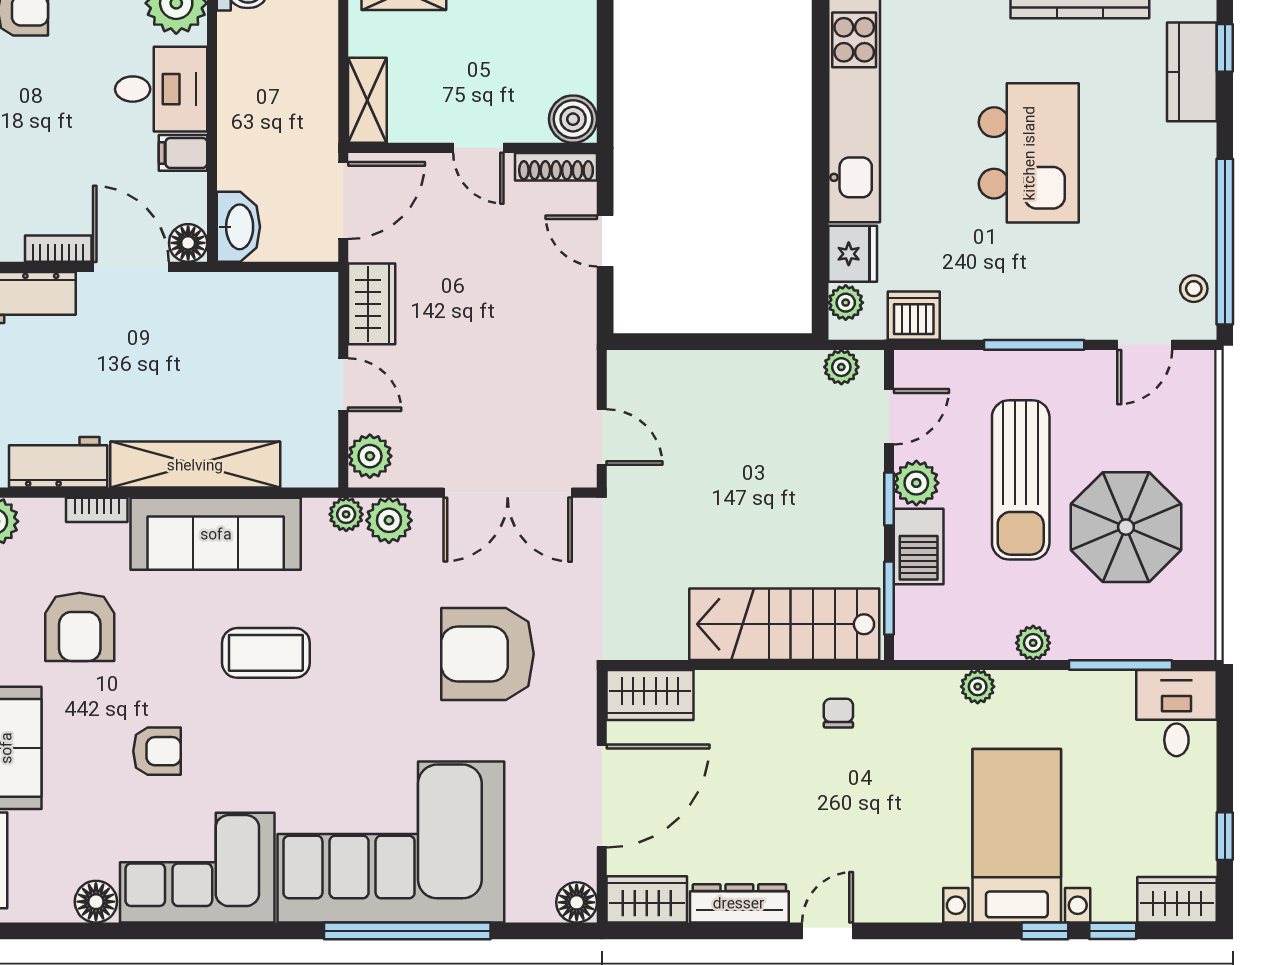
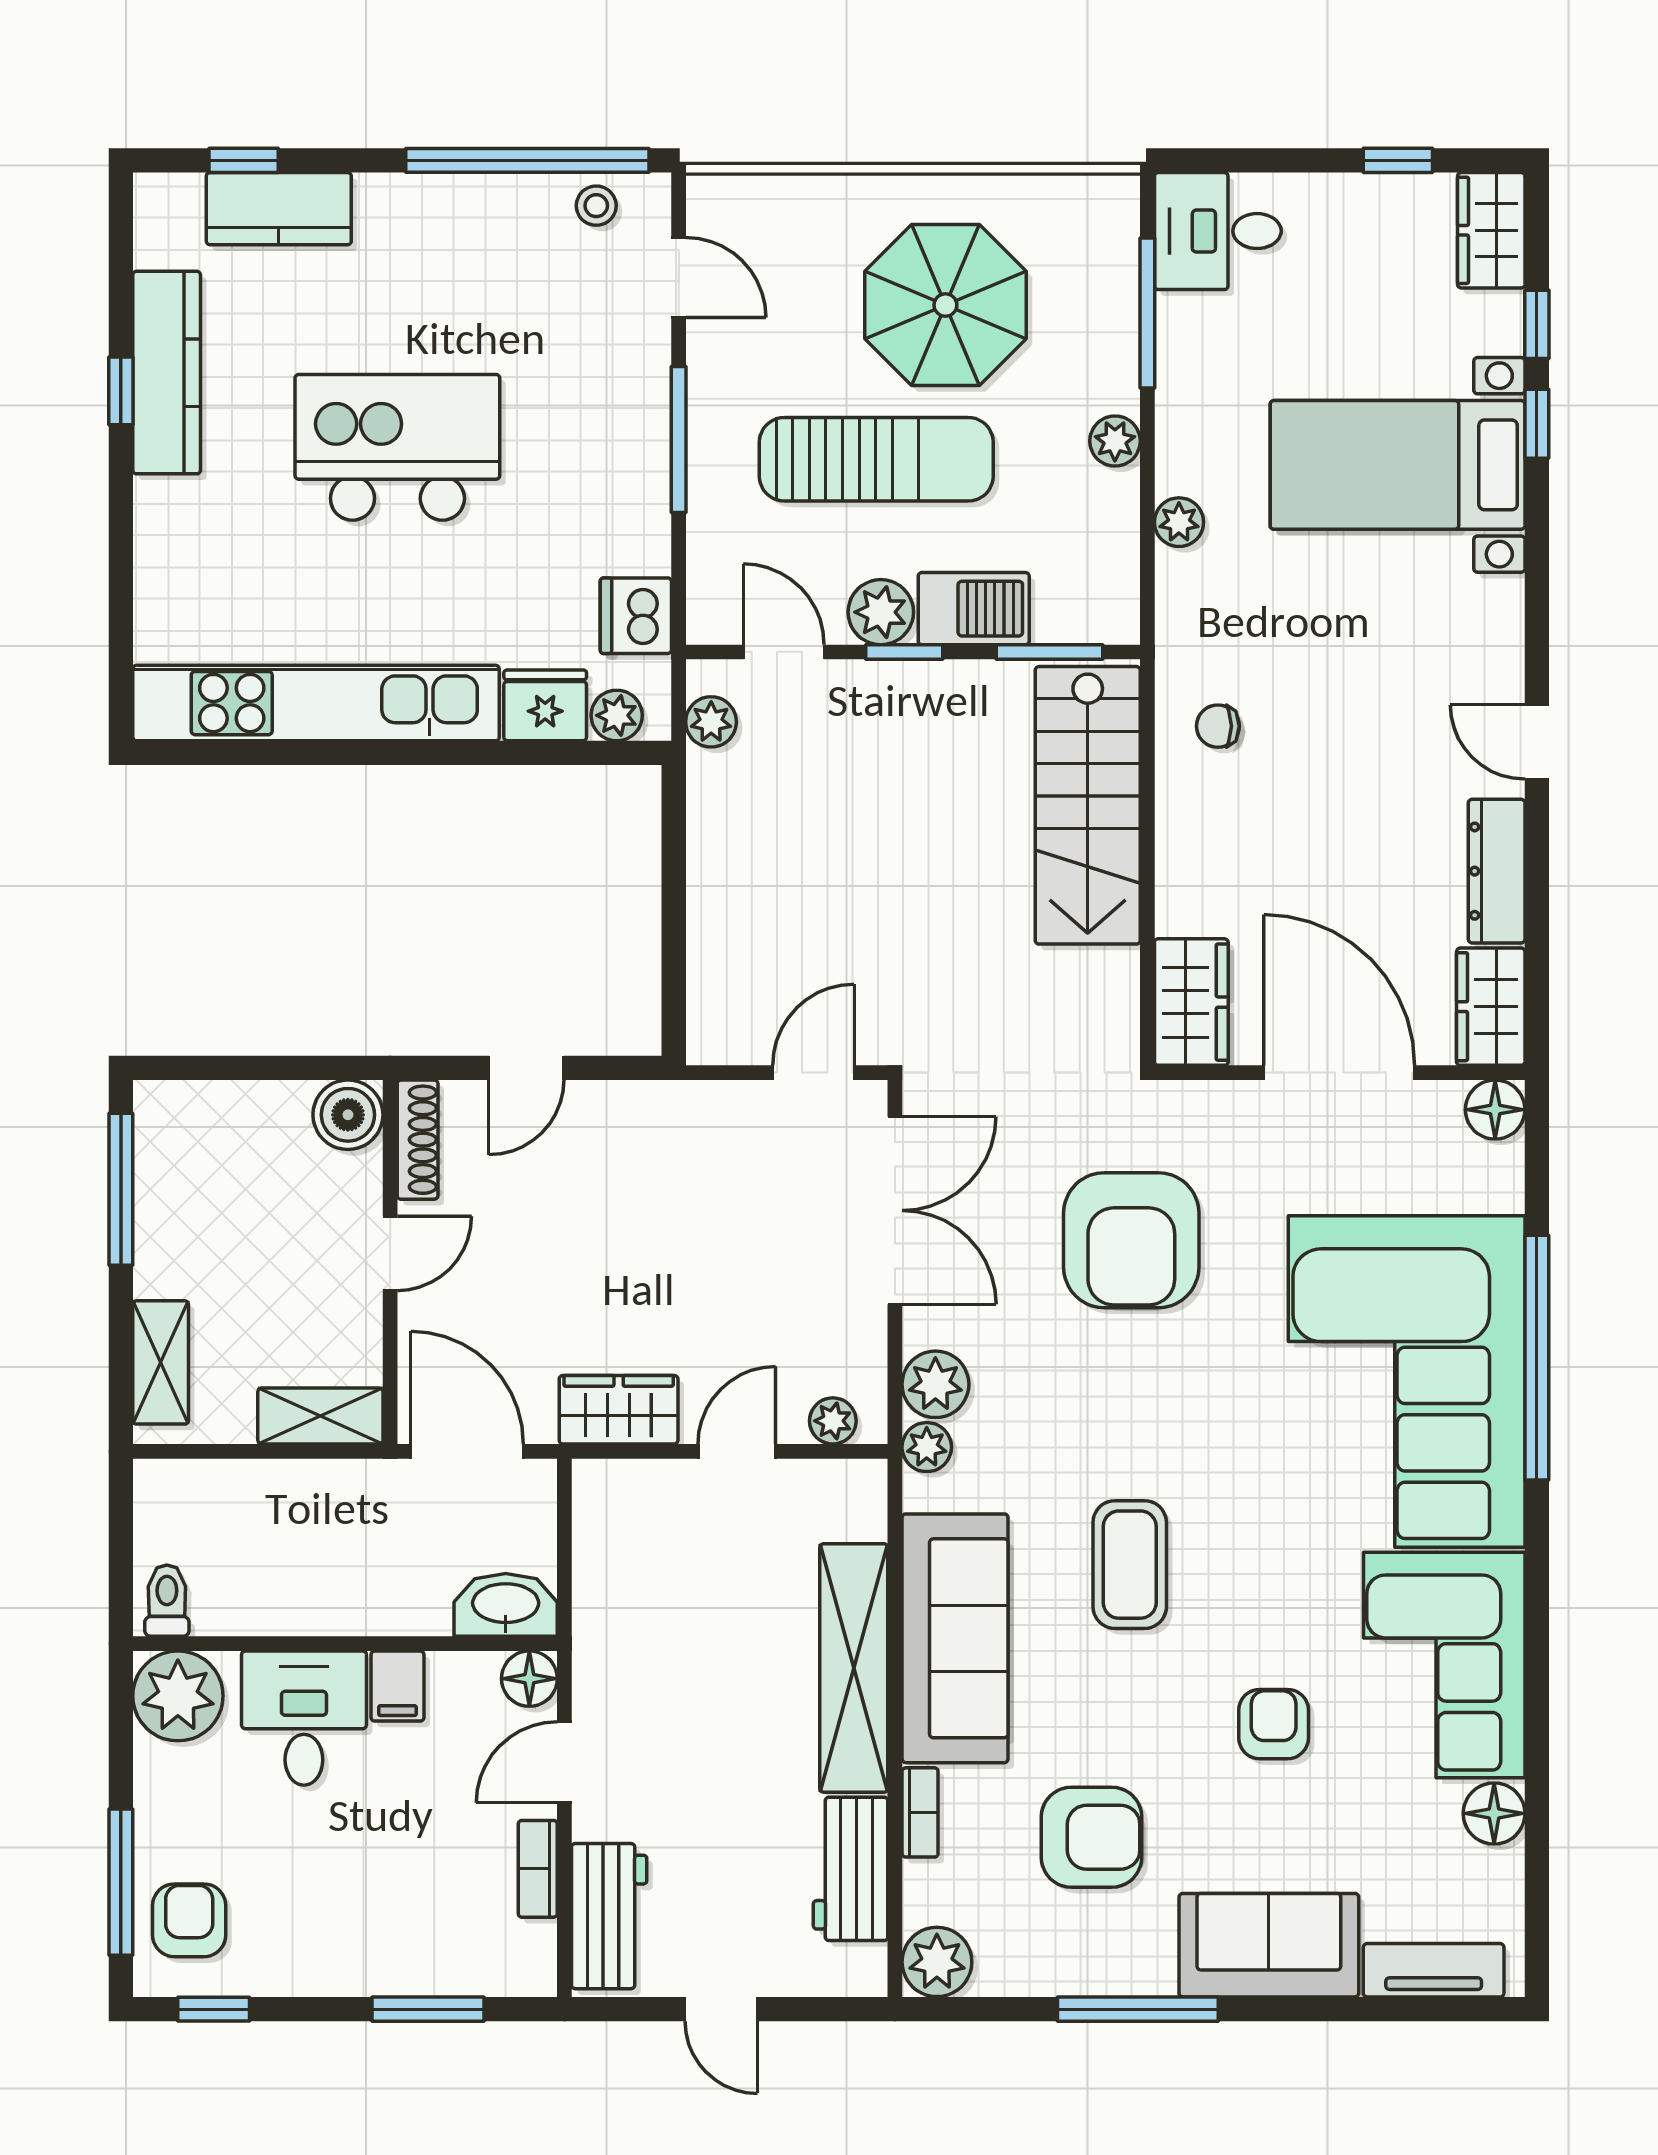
door: (131, 267) -> (564, 1762), width x0.73
plant: (370, 456) -> (833, 1421), width x0.73, depth x0.73

